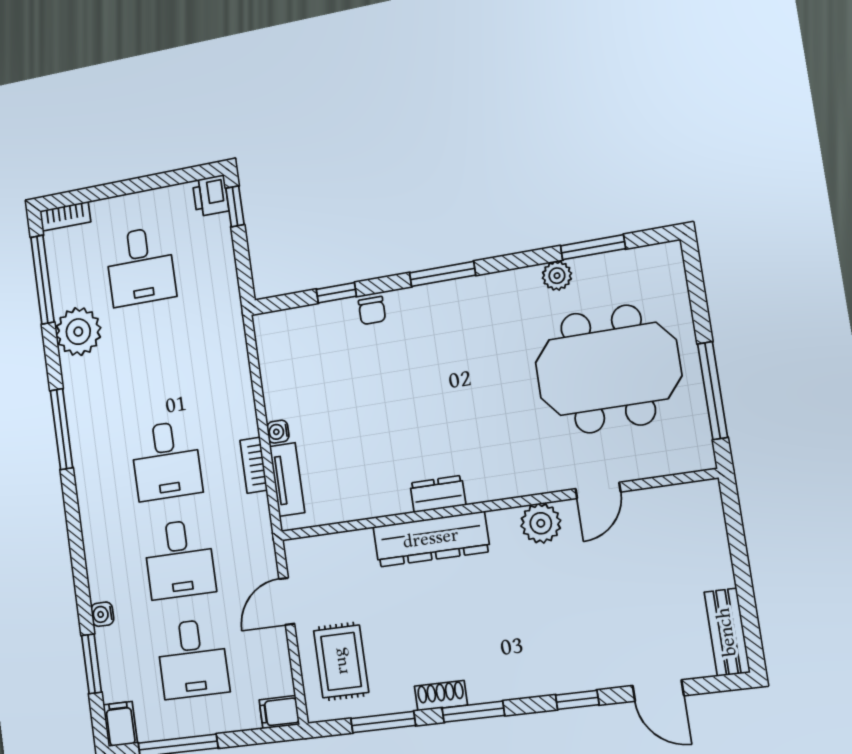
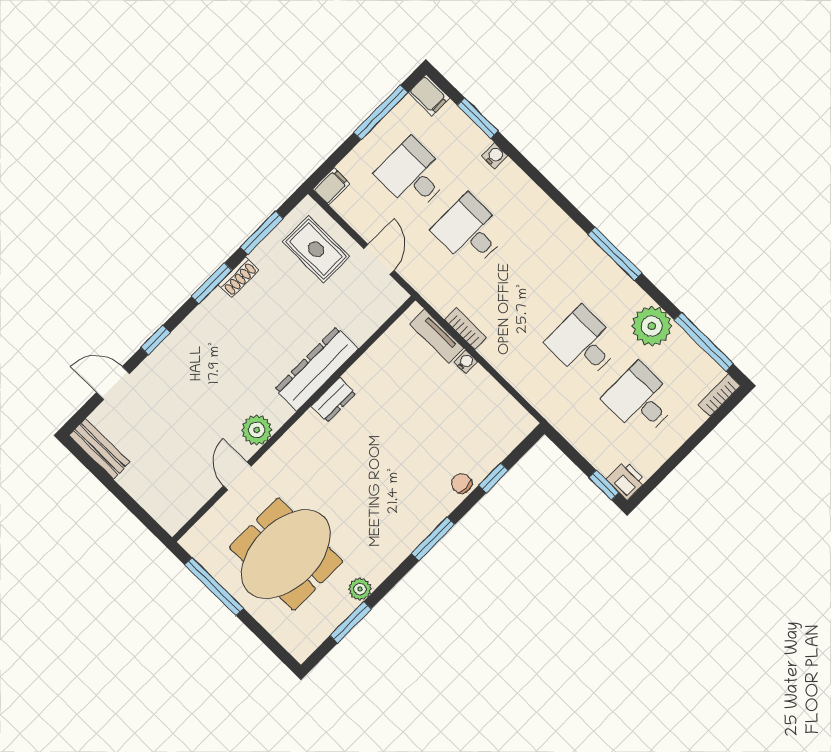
desk: (166, 461) -> (583, 344), moved

